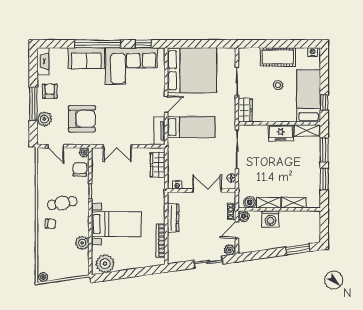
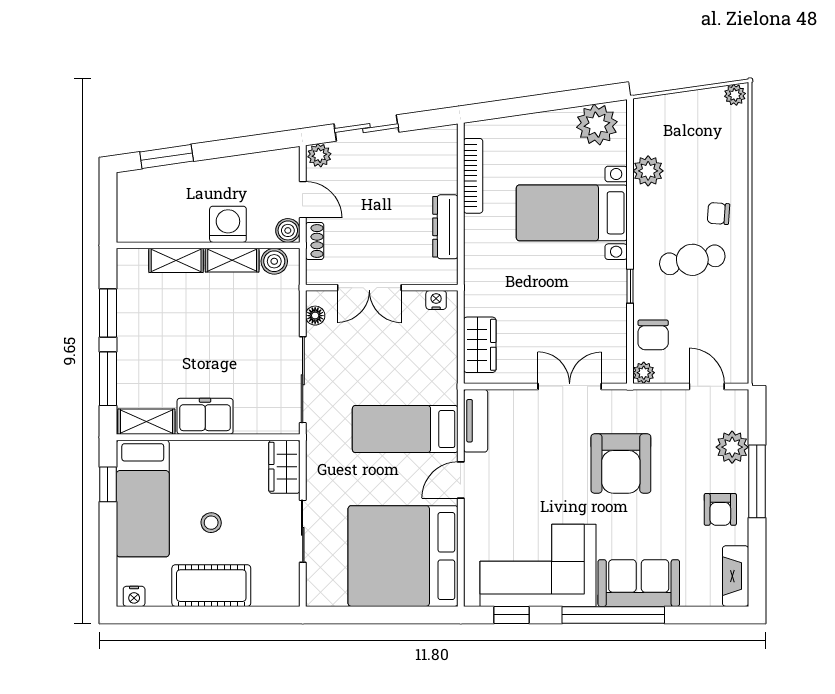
armchair: (82, 119) -> (621, 464), moved, turned -90
door: (237, 230) -> (303, 200), hinge flipped

